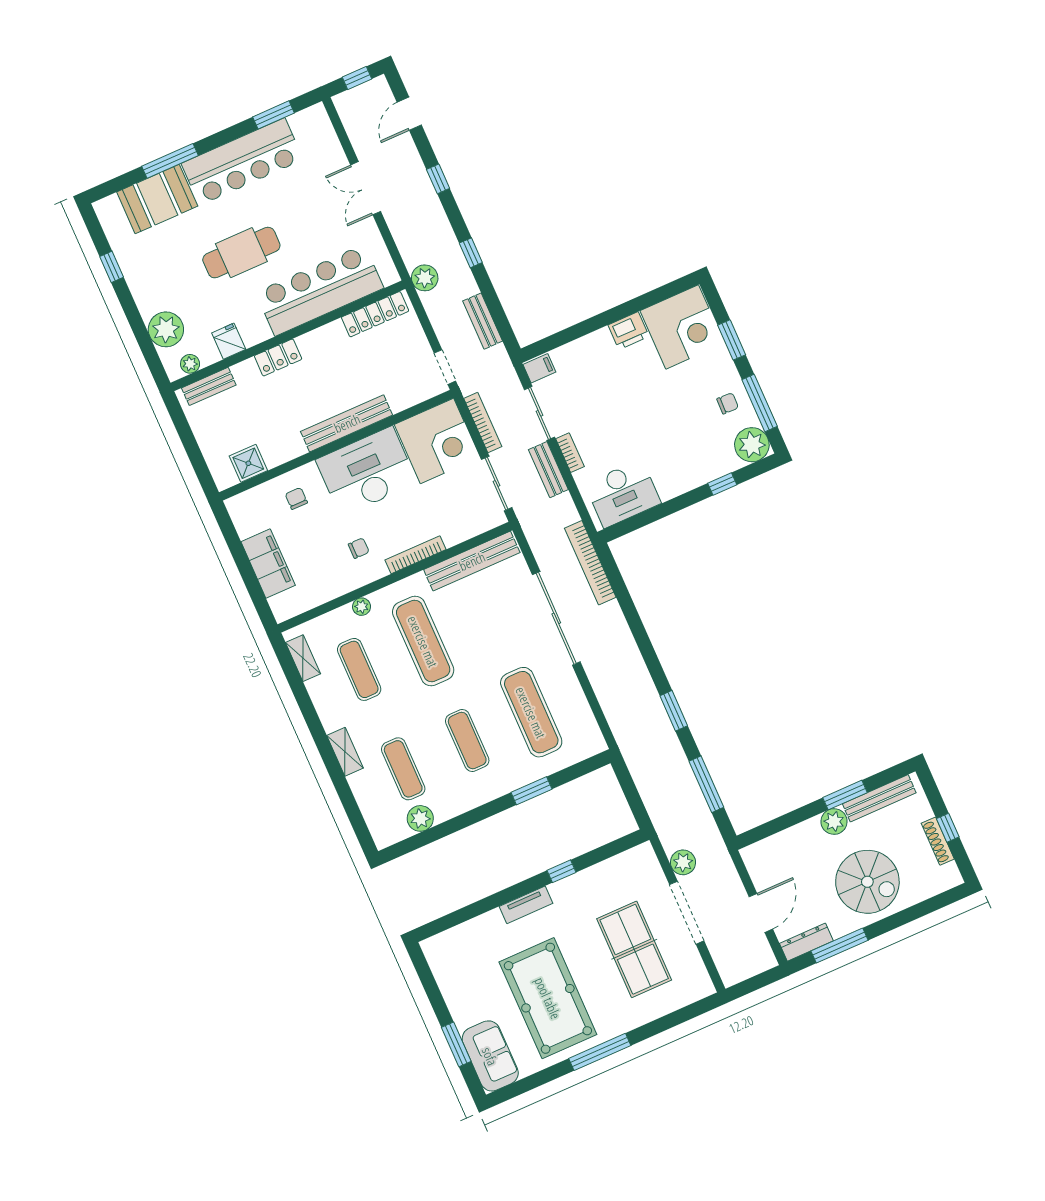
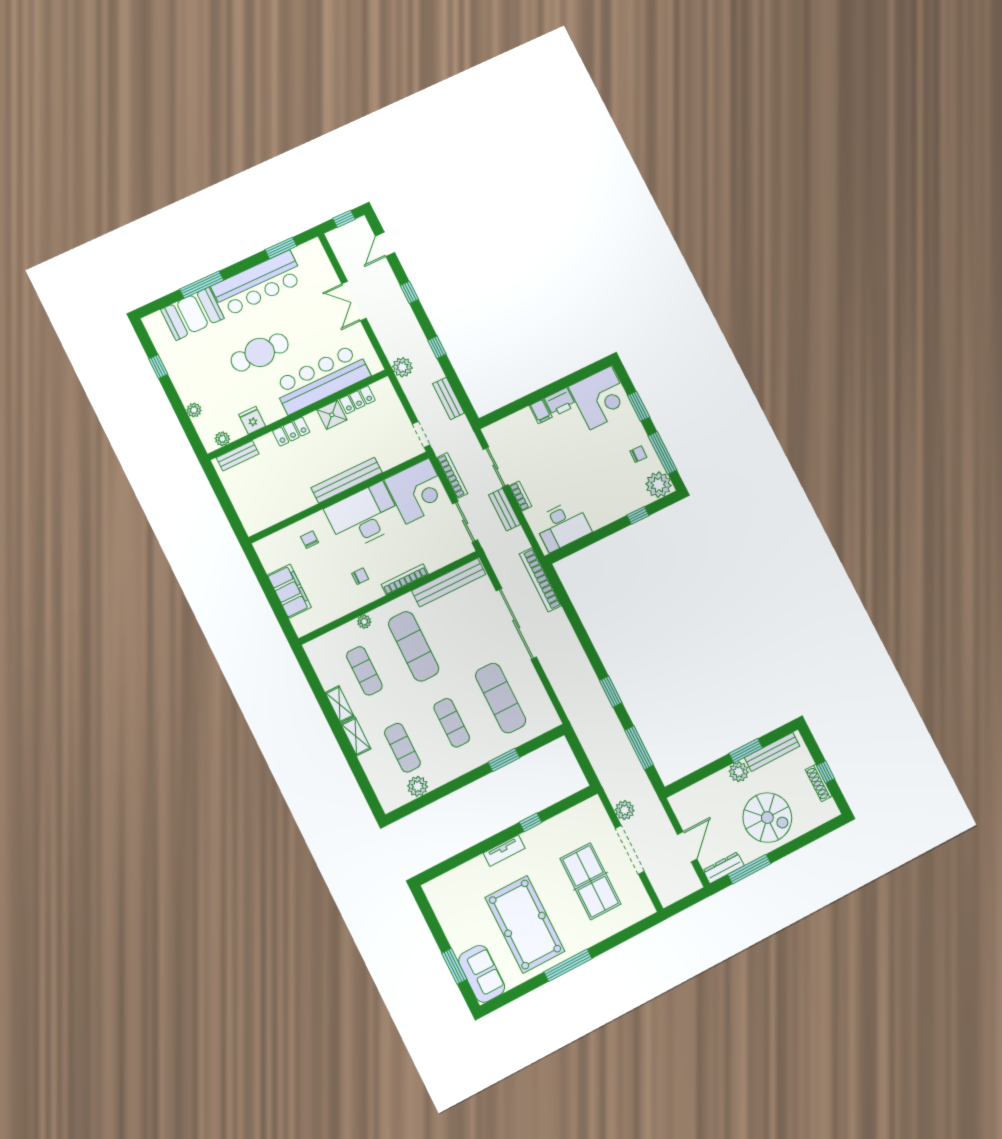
locker: (375, 314) -> (357, 400), width x0.66
plant: (166, 329) -> (194, 410), width x0.53, depth x0.53
filing cabinet: (539, 368) -> (541, 411), moved, turned 90
shower: (248, 463) -> (332, 415), moved
shelving: (303, 658) -> (340, 704), moved

